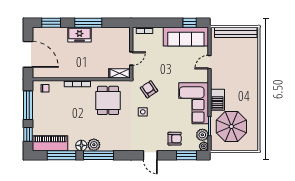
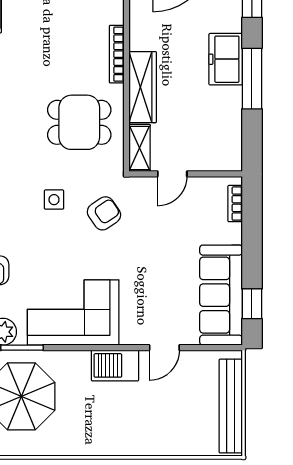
door: (131, 59) -> (172, 174), hinge flipped
door: (209, 62) -> (164, 348), swing flipped
wardrobe: (92, 72) -> (143, 87), added
barbecue: (217, 100) -> (115, 365), moved

